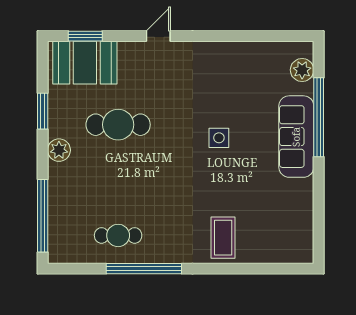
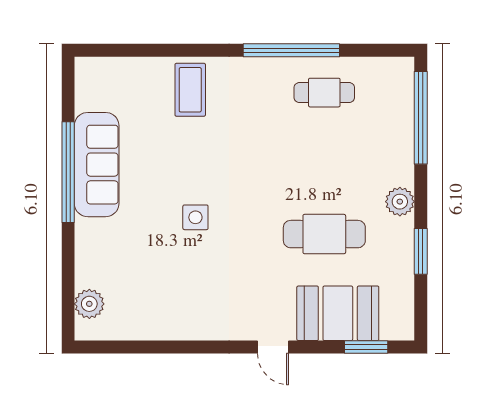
door: (158, 36) -> (273, 347), hinge flipped
booth: (85, 63) -> (338, 313), moved
window: (319, 117) -> (68, 172), moved
sofa: (296, 137) -> (97, 165), moved

